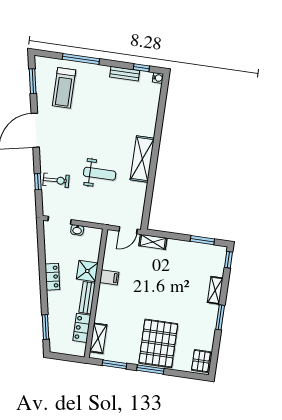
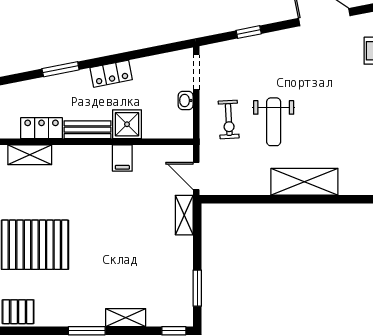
exercise bike: (56, 180) -> (229, 120), moved
window: (45, 327) -> (61, 69), moved

